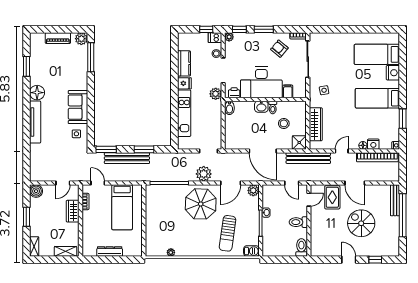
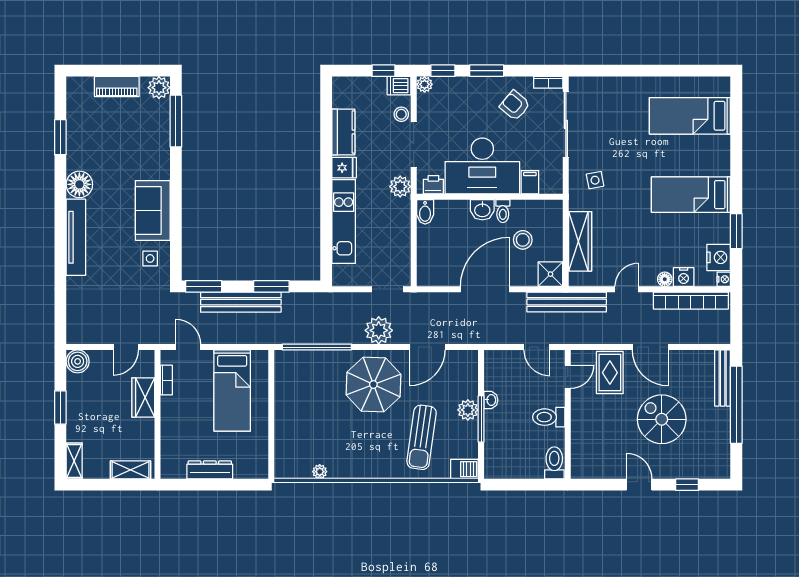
nightstand: (393, 73) -> (719, 257), moved
door: (263, 151) -> (485, 289), swing flipped
plant: (253, 190) -> (468, 410), moved

